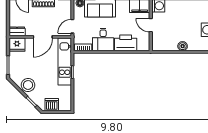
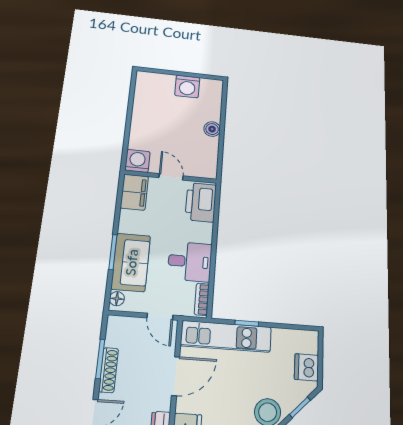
door: (151, 25) -> (171, 177), swing flipped
door: (43, 37) -> (176, 376), hinge flipped
printer: (126, 43) -> (201, 202), moved

